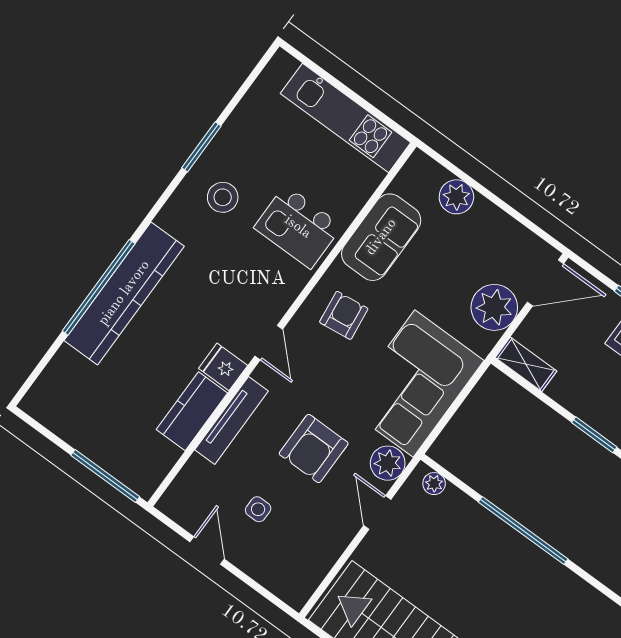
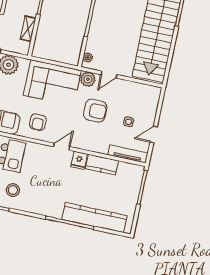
kitchen counter: (124, 293) -> (94, 217), moved
armchair: (344, 315) -> (38, 122), turned -83
shelving: (526, 364) -> (28, 29), moved
tv unit: (232, 420) -> (128, 154), moved

